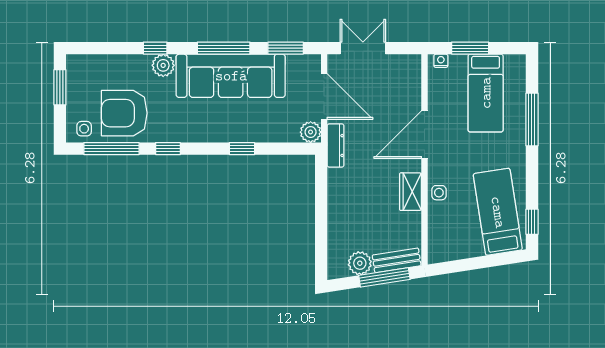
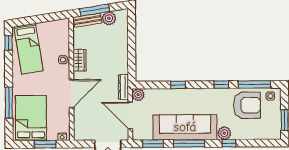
bed: (486, 93) -> (31, 118), width x1.50

